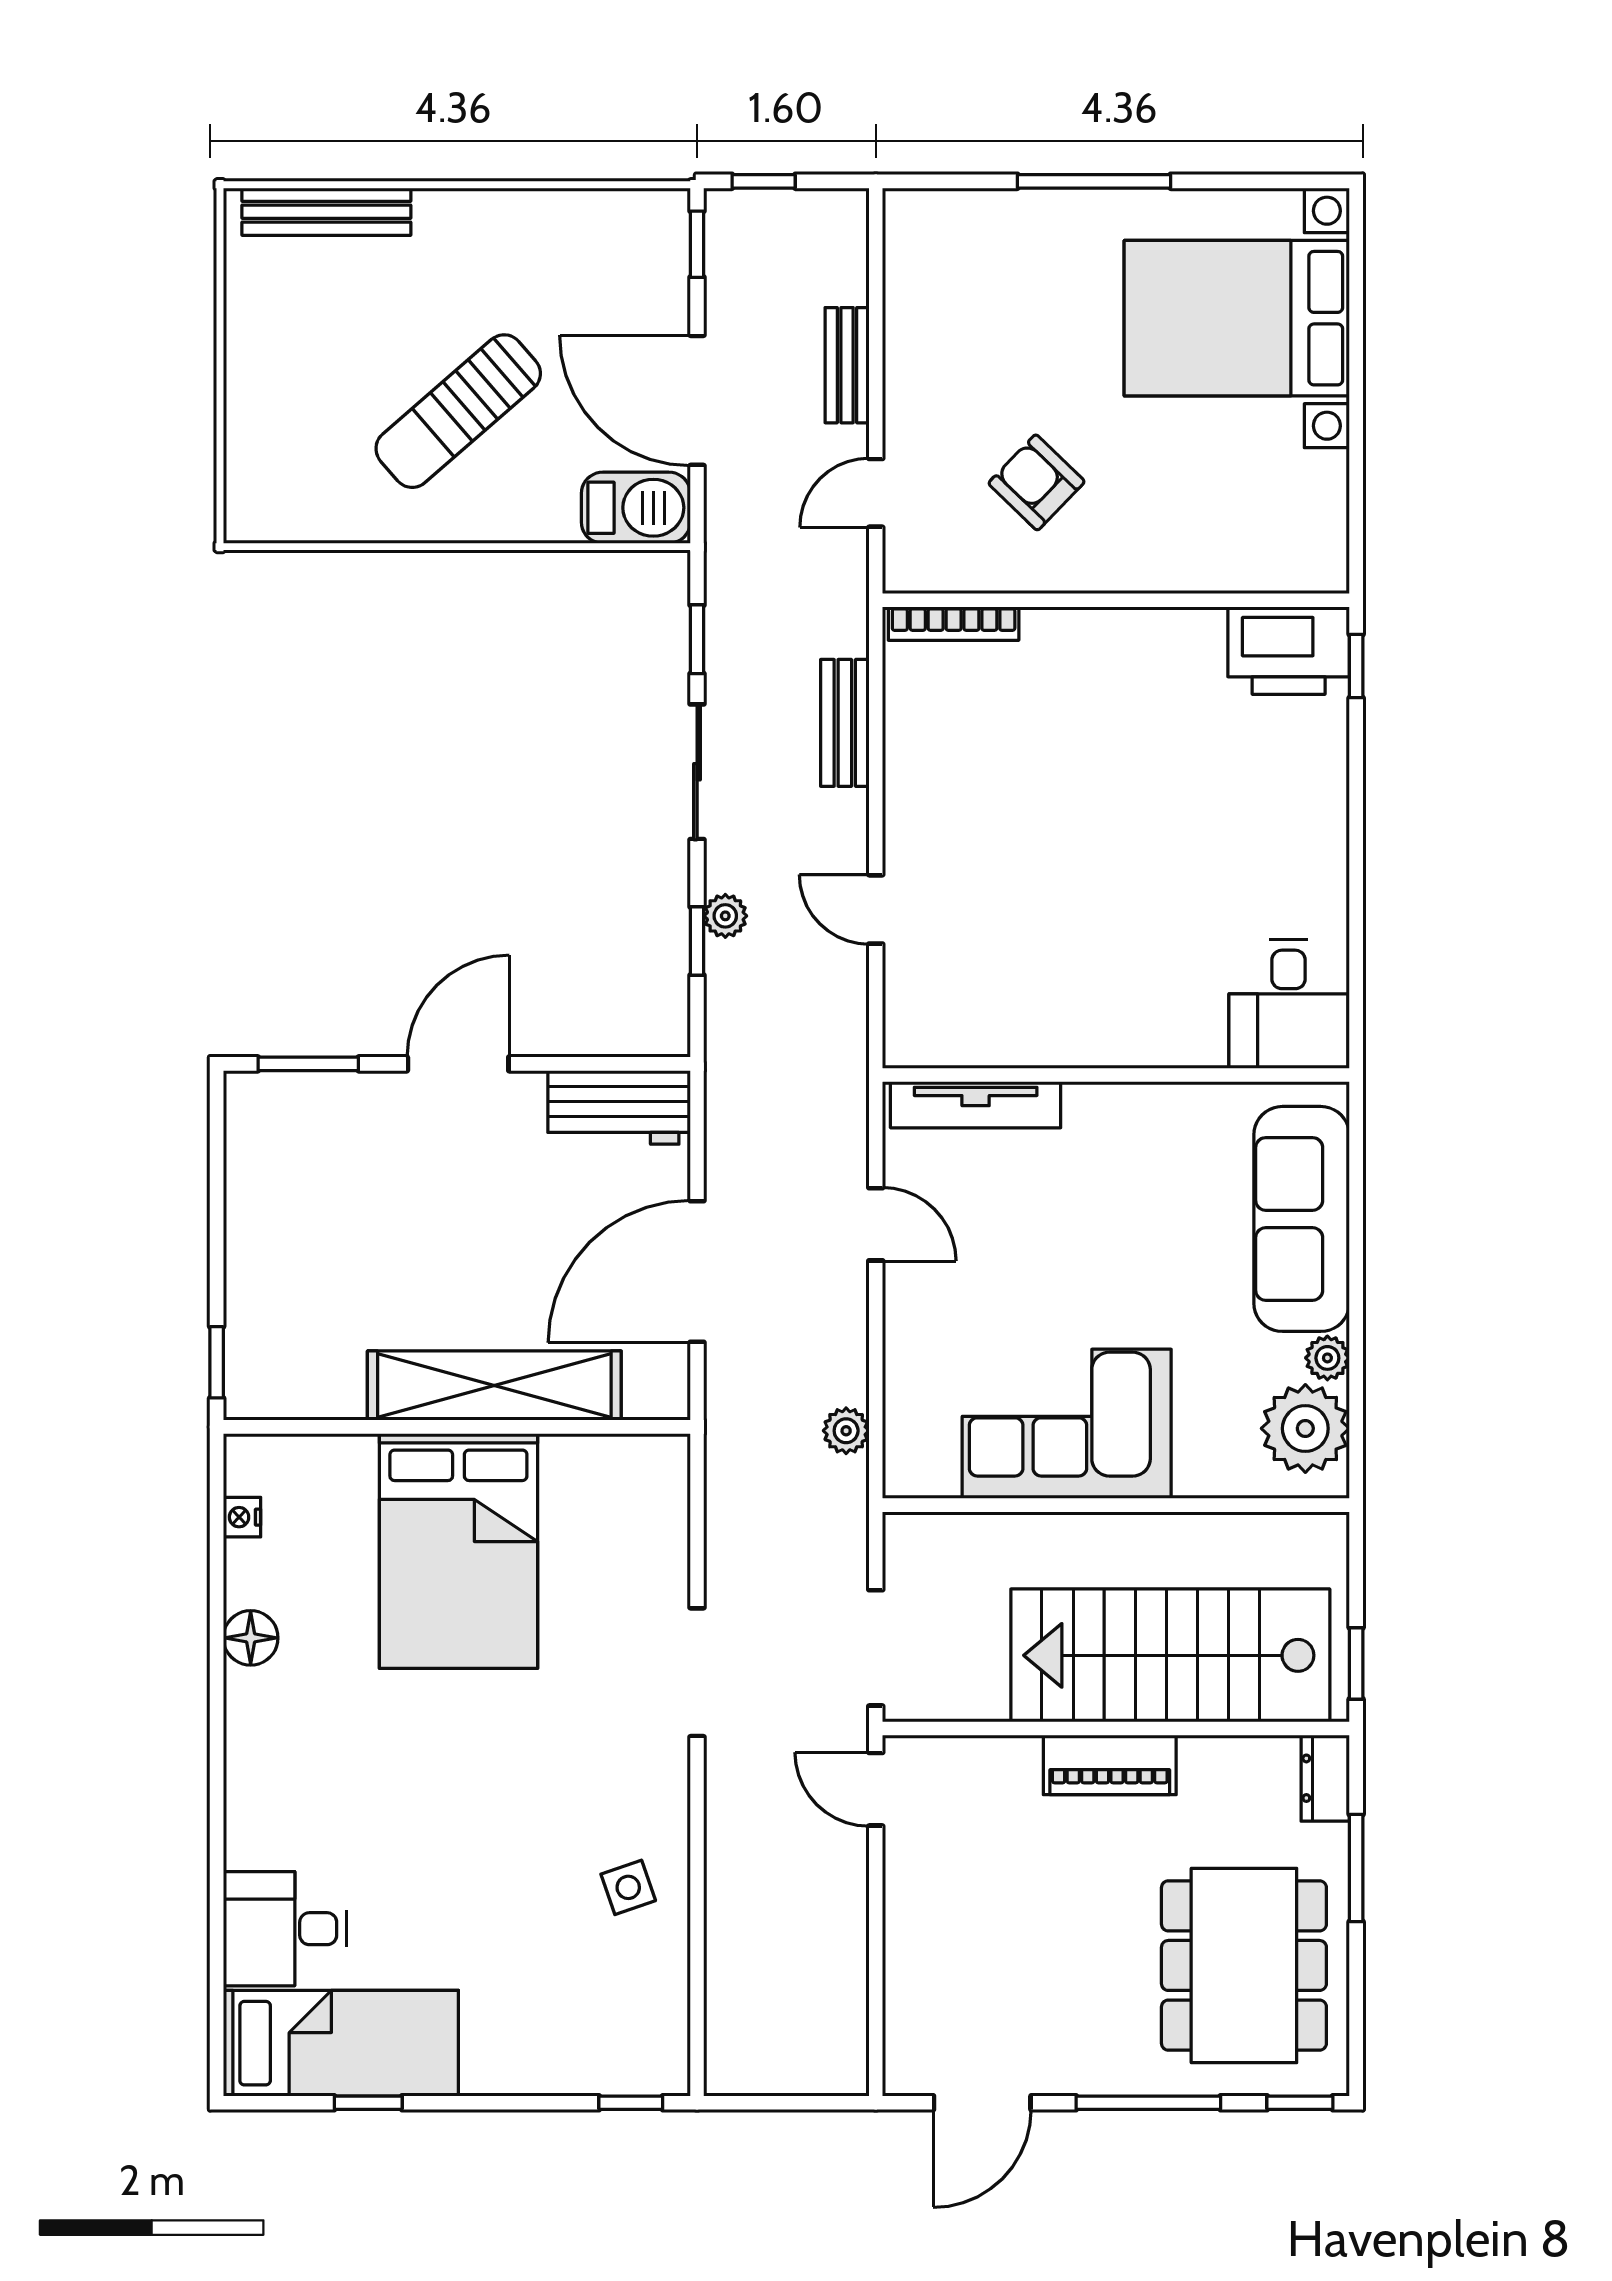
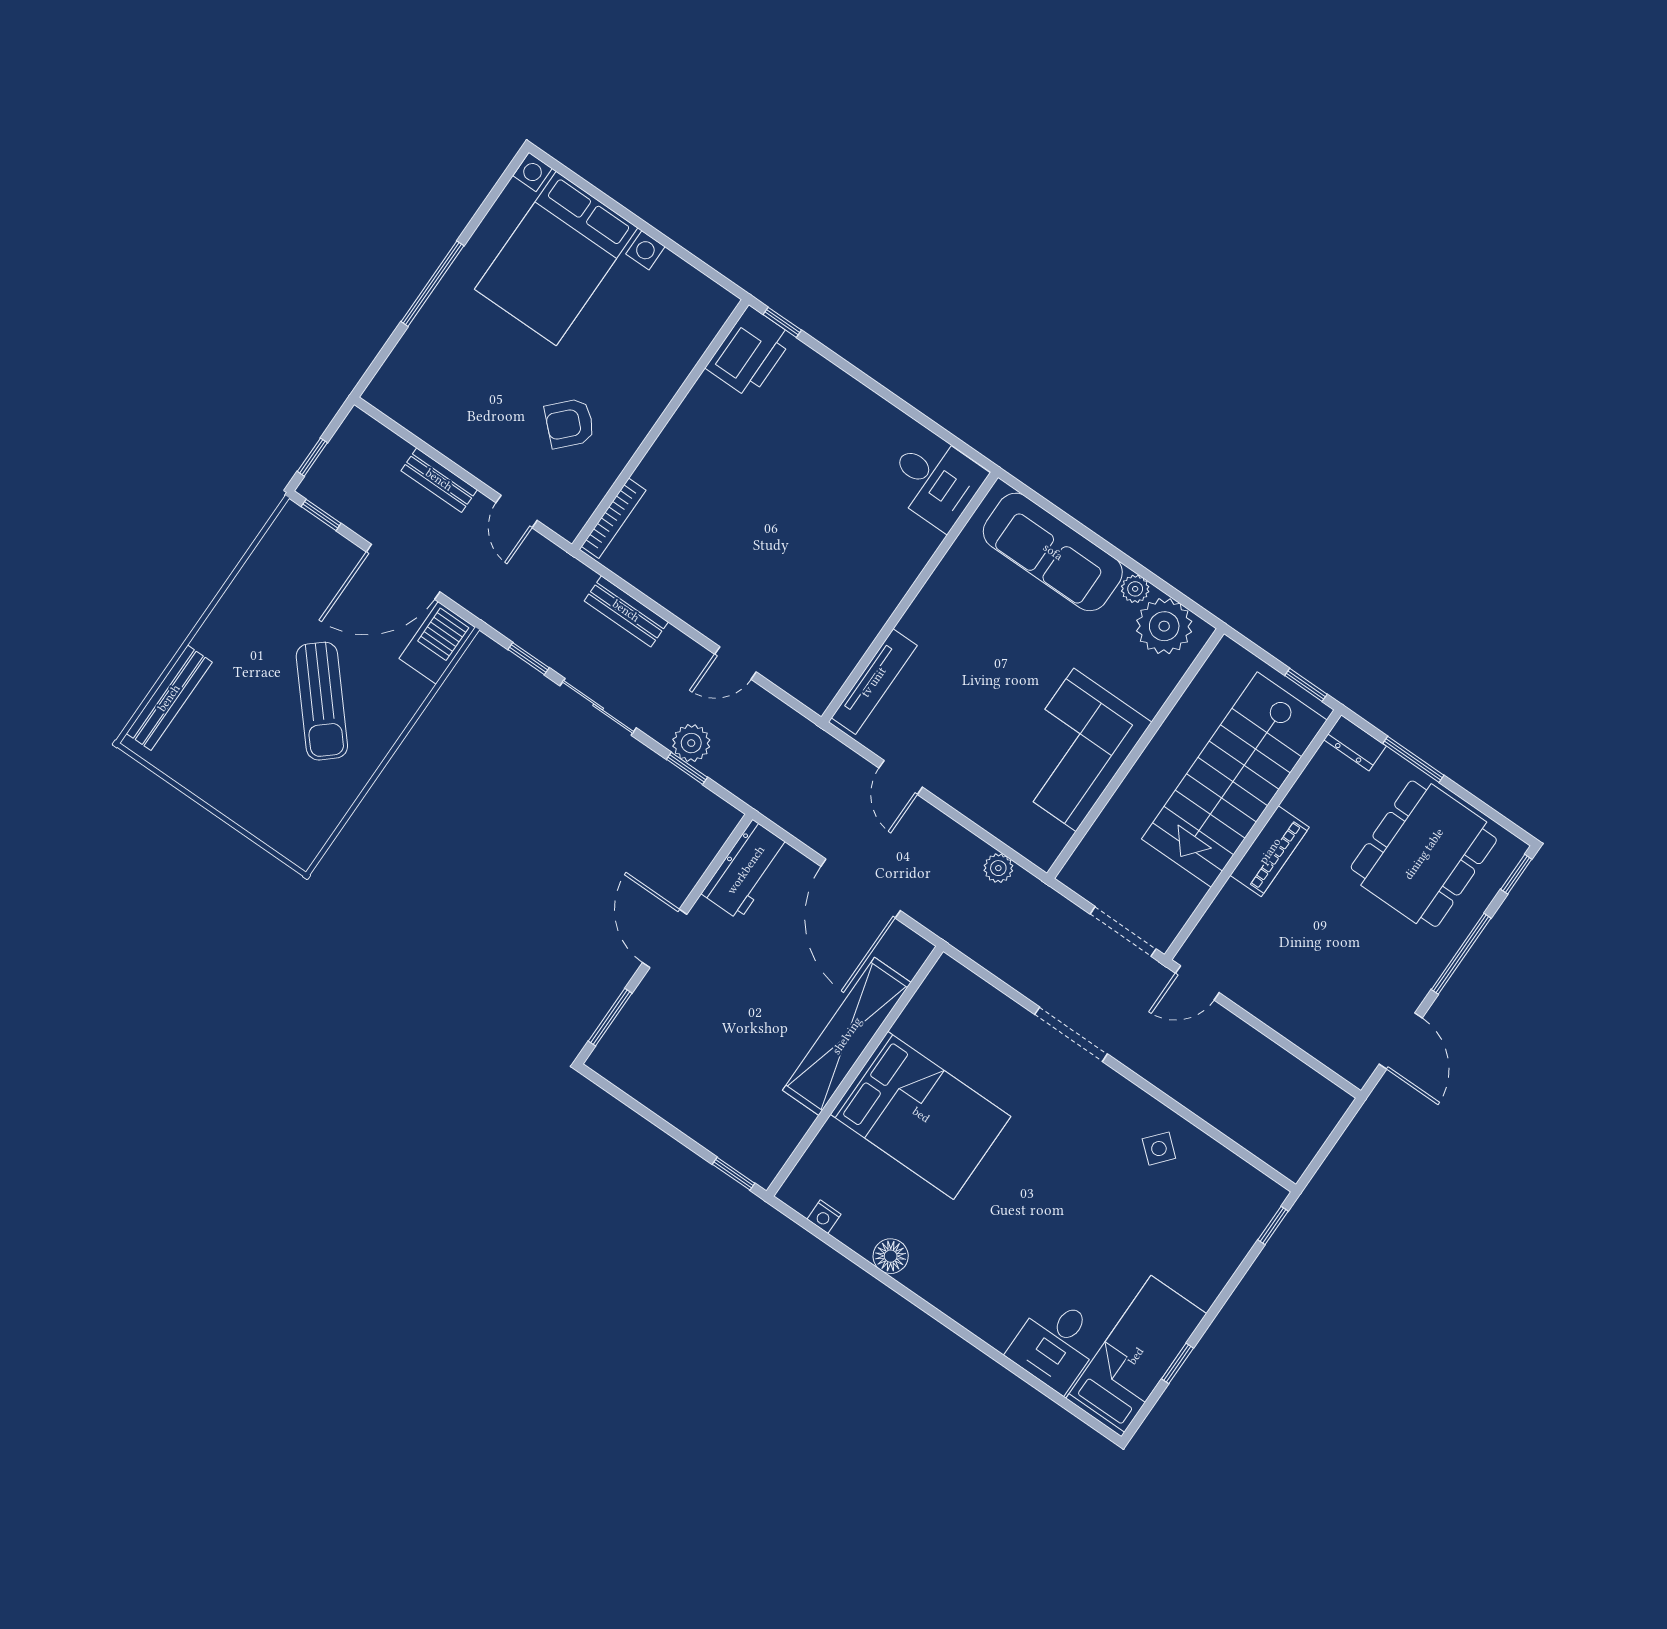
plant: (725, 916) -> (691, 743), width x1.38, depth x1.38
door: (876, 1224) -> (901, 777), swing flipped
side table: (628, 1887) -> (1159, 1149), turned -30
dining table: (1244, 1965) -> (1424, 854), turned 90

